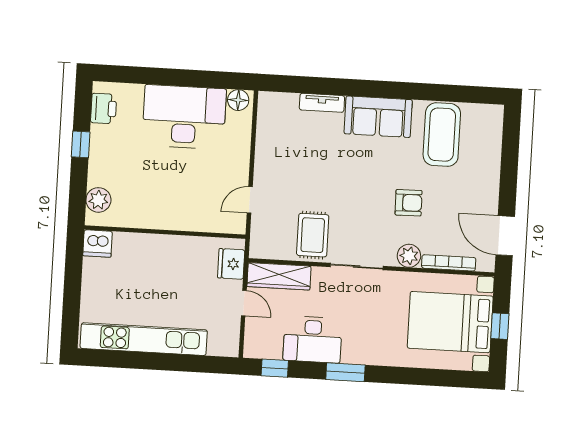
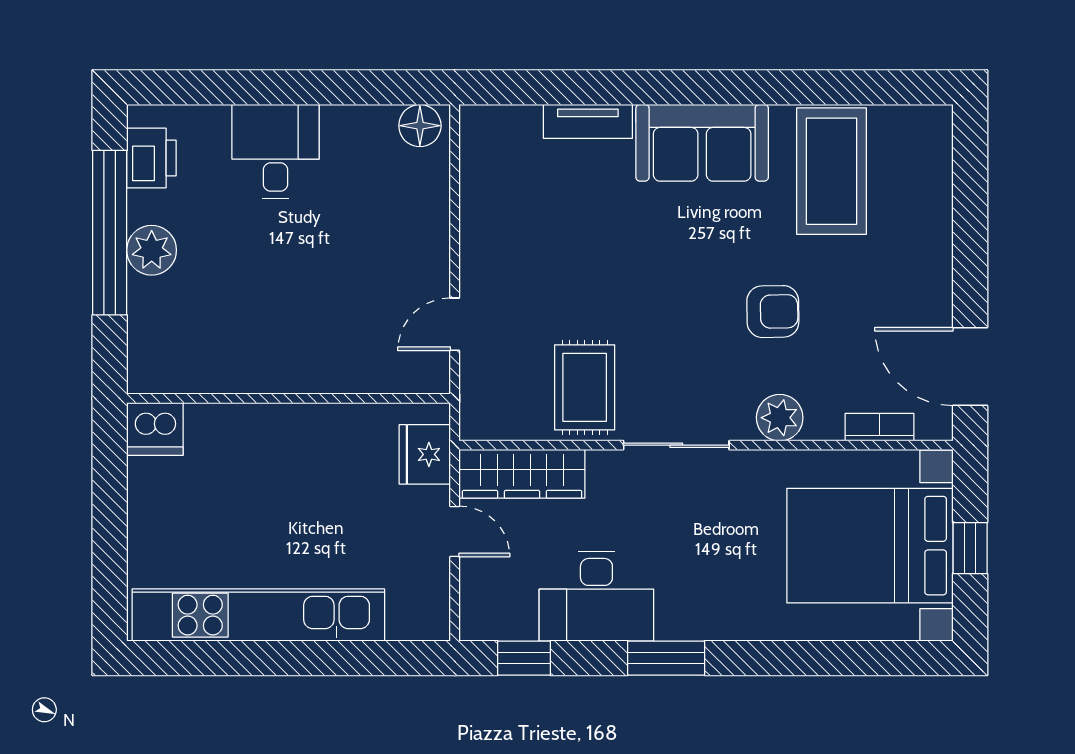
desk: (184, 117) -> (275, 152), width x0.53, depth x0.77
window: (81, 144) -> (110, 233), width x3.17
plant: (98, 200) -> (152, 250), moved
bookcase: (449, 263) -> (880, 427), width x0.64

